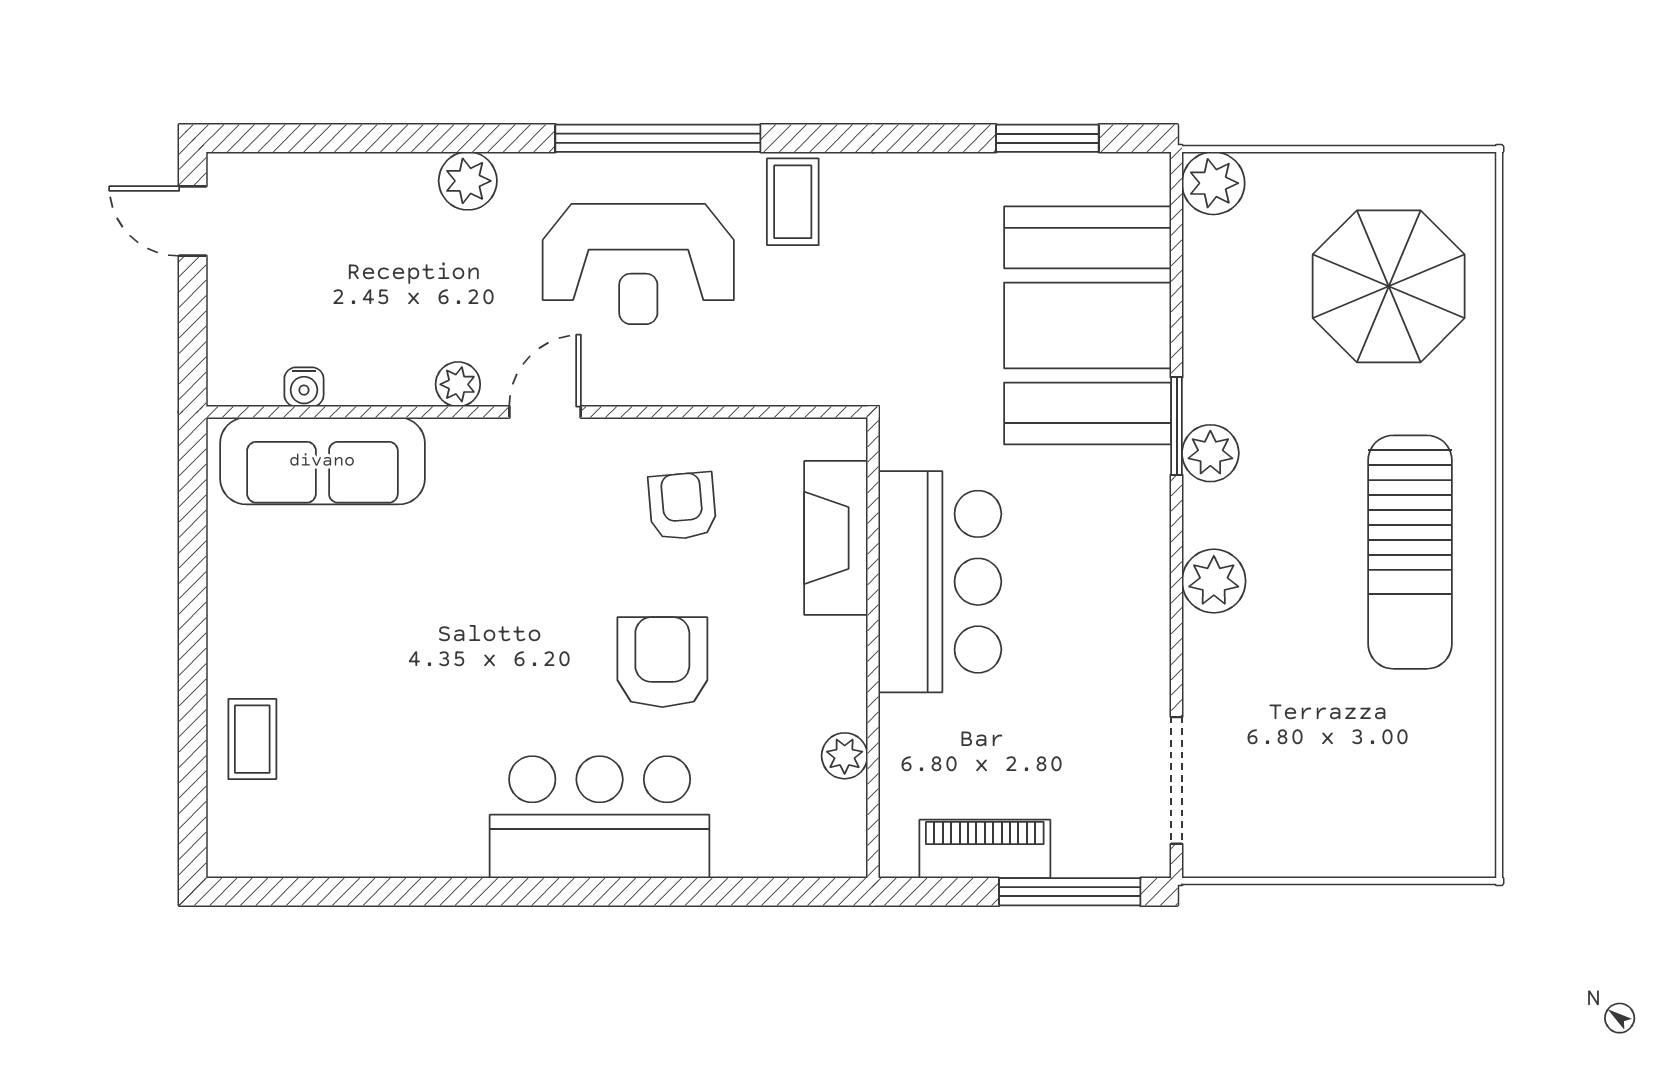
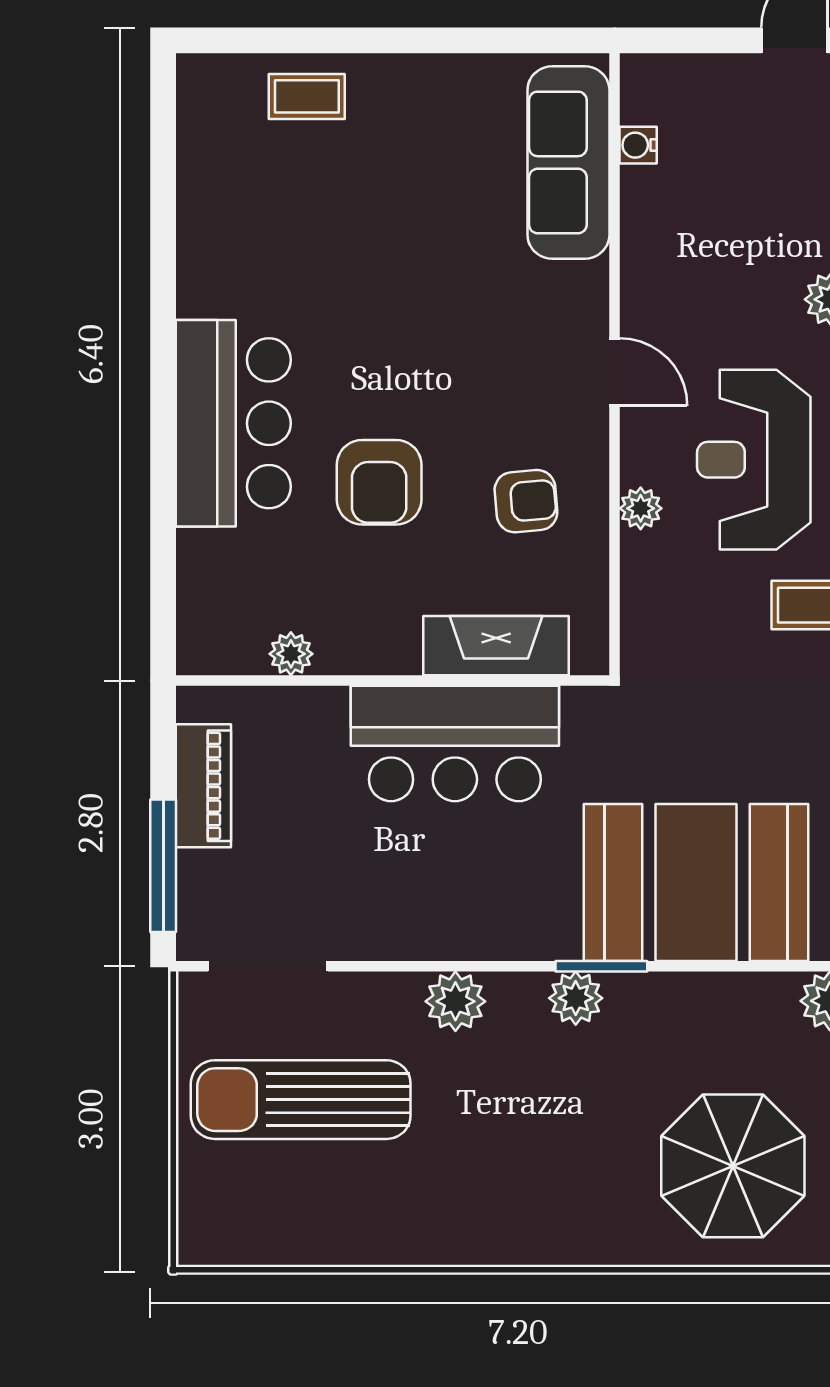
plant: (458, 384) -> (641, 508), moved
sun lounger: (1410, 552) -> (301, 1100), moved
armchair: (662, 662) -> (379, 482), turned 90

